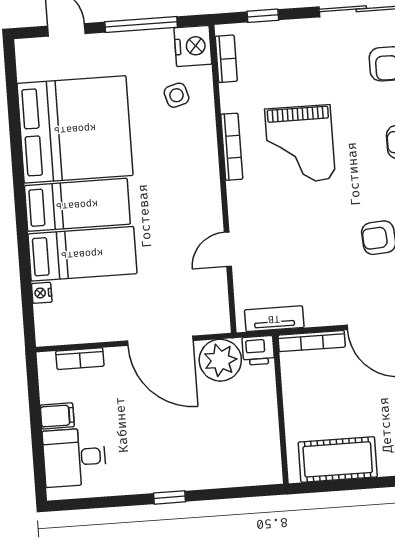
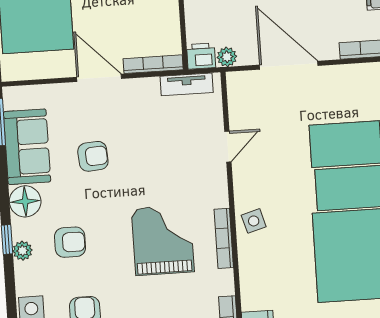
side table: (177, 95) -> (254, 221), moved
plant: (220, 360) -> (227, 57), width x0.53, depth x0.53

